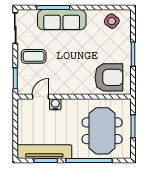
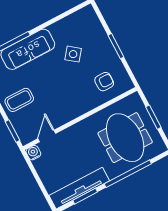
side table: (112, 21) -> (73, 54), moved
armchair: (109, 77) -> (104, 82), width x0.53, depth x0.53
water cooler: (55, 104) -> (33, 153), moved

